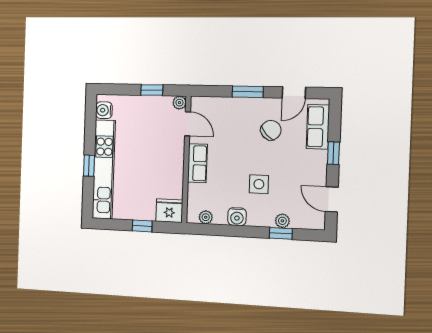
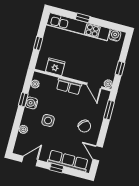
window: (248, 92) -> (109, 110), moved
door: (188, 124) -> (94, 86), hinge flipped
row of seats: (318, 127) -> (68, 161), width x1.48
chair: (271, 130) -> (84, 126), moved
fridge: (169, 211) -> (55, 67), moved, turned -90
window: (281, 233) -> (23, 100), moved

